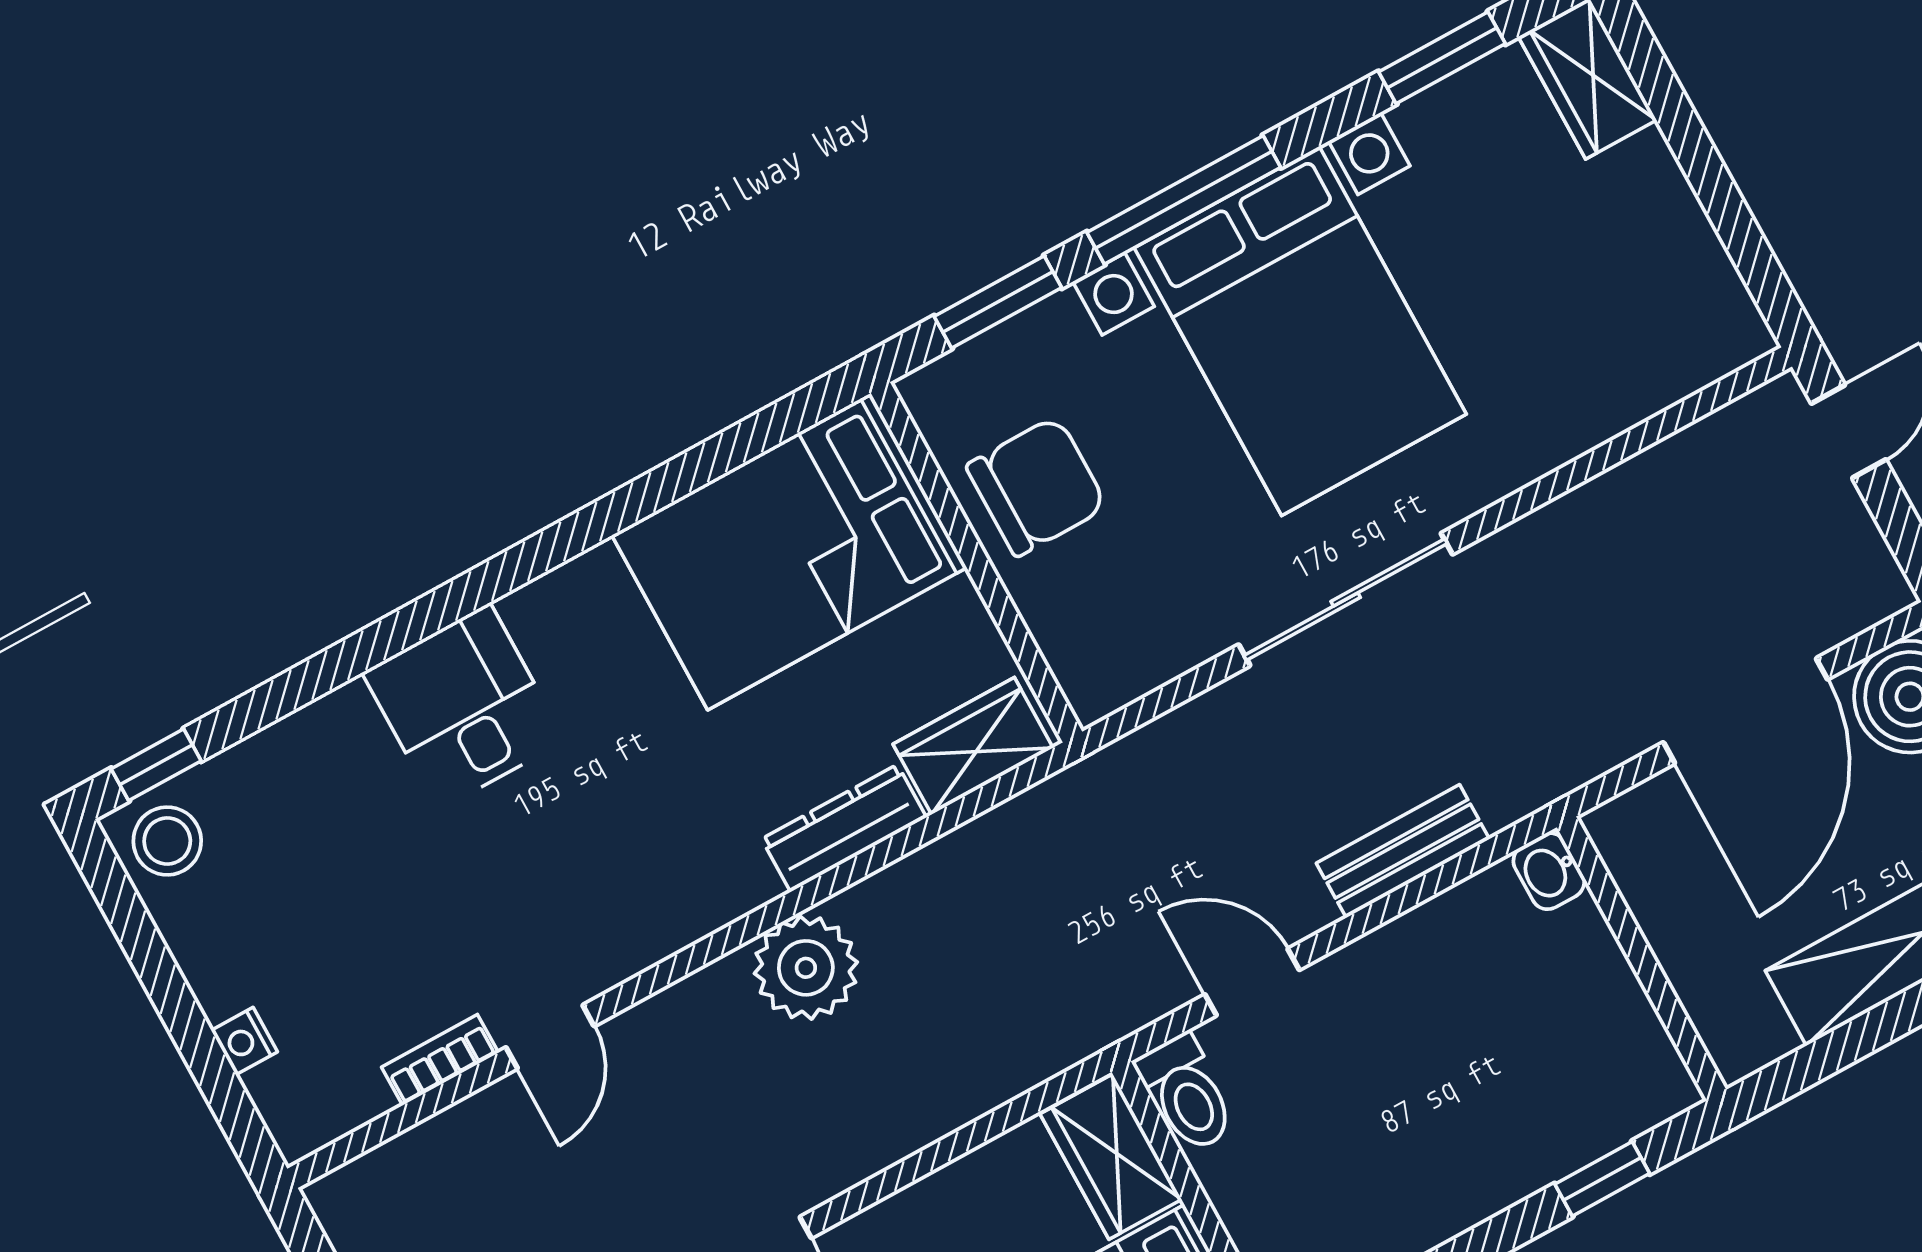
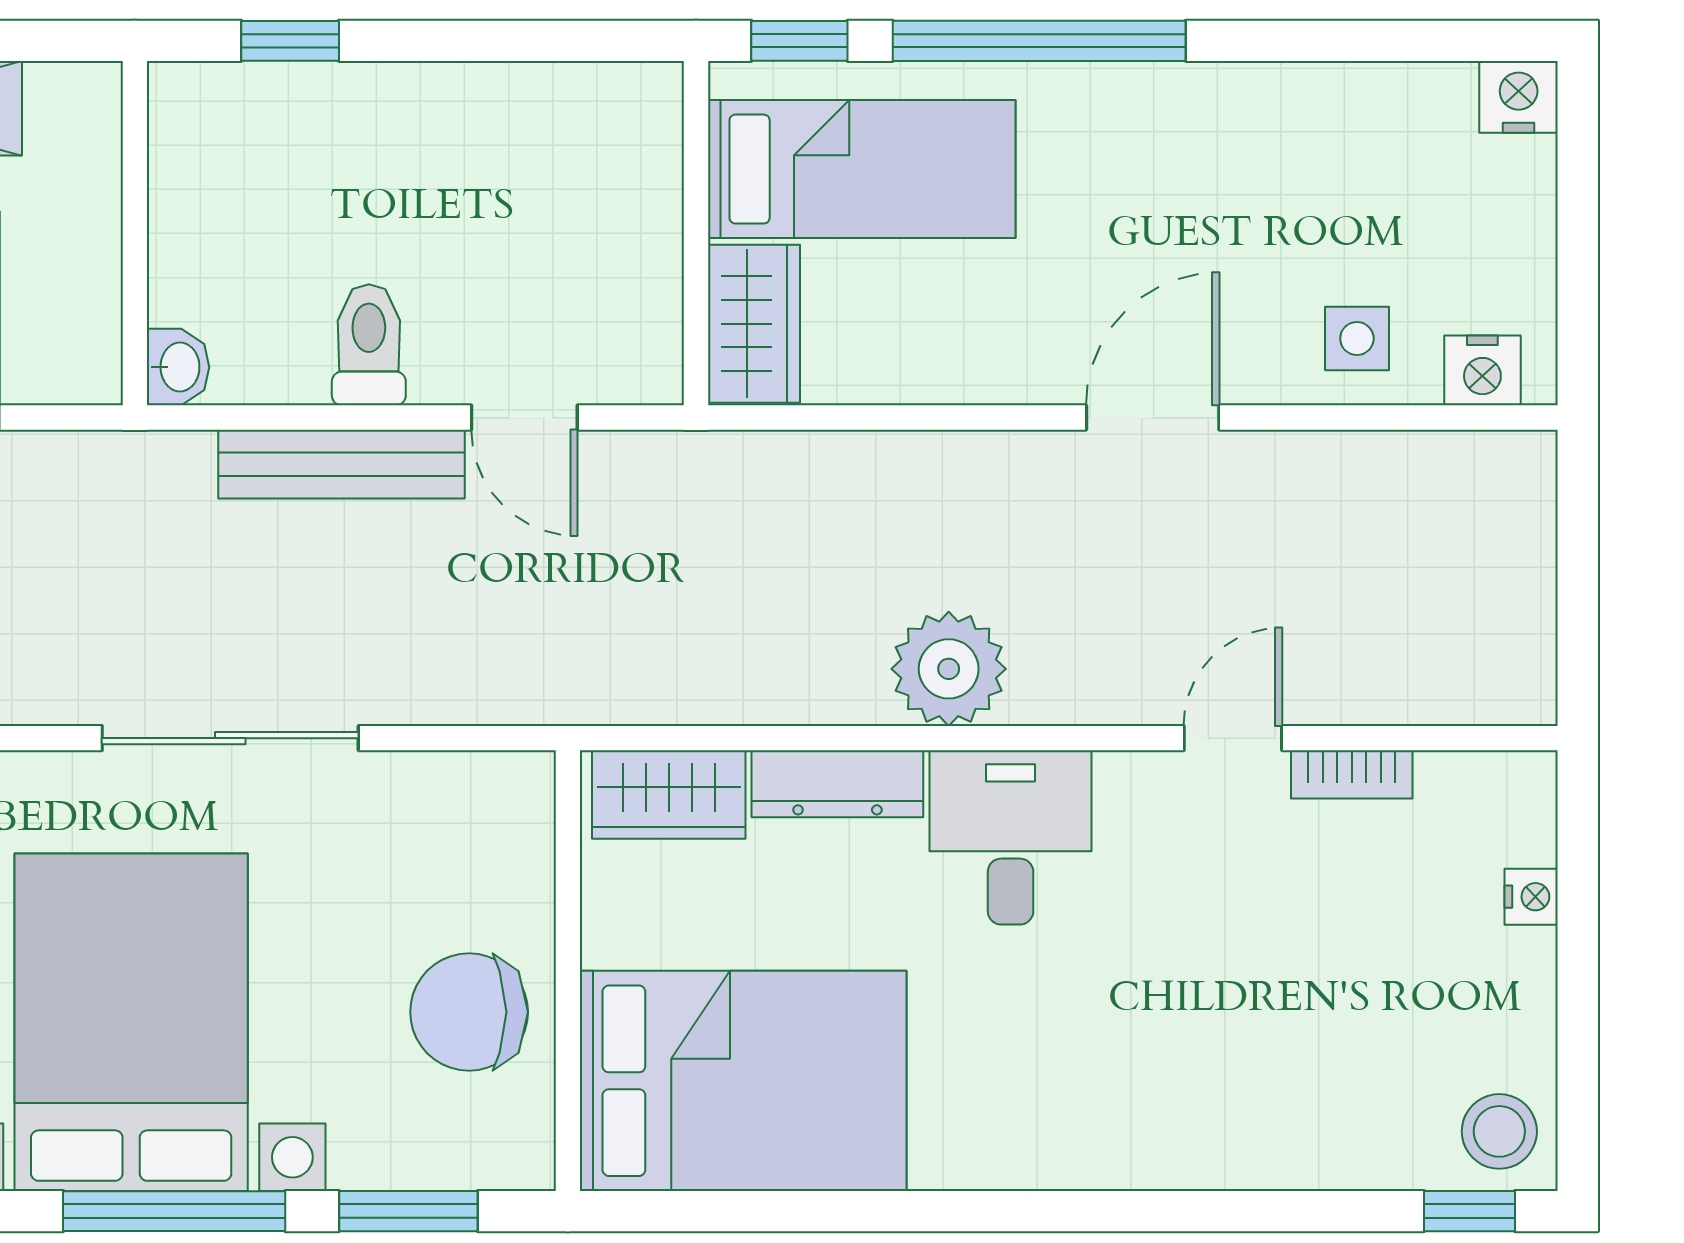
desk: (464, 707) -> (1011, 837), moved, turned 180
bench: (1403, 851) -> (342, 464), width x1.36
toilet: (1186, 1093) -> (369, 345), moved

